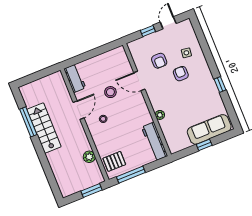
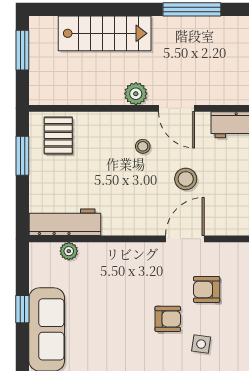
plant: (160, 115) -> (69, 251), moved
stairs: (44, 128) -> (105, 33), moved
plant: (89, 157) -> (136, 94), moved
window: (131, 175) -> (22, 156), width x0.69
window: (91, 190) -> (22, 50), moved

